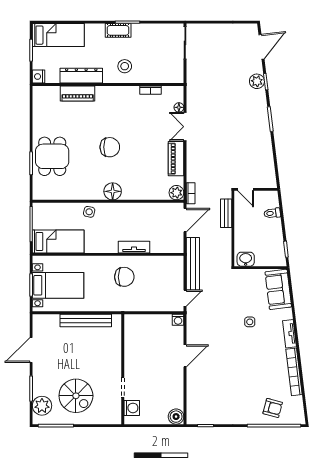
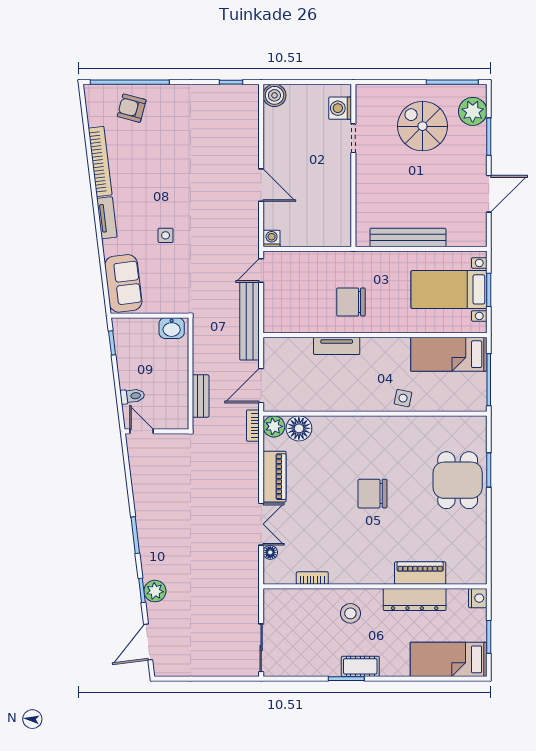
door: (246, 189) -> (142, 431), moved
floor lamp: (113, 191) -> (299, 428), moved
door: (185, 356) -> (261, 185), swing flipped

